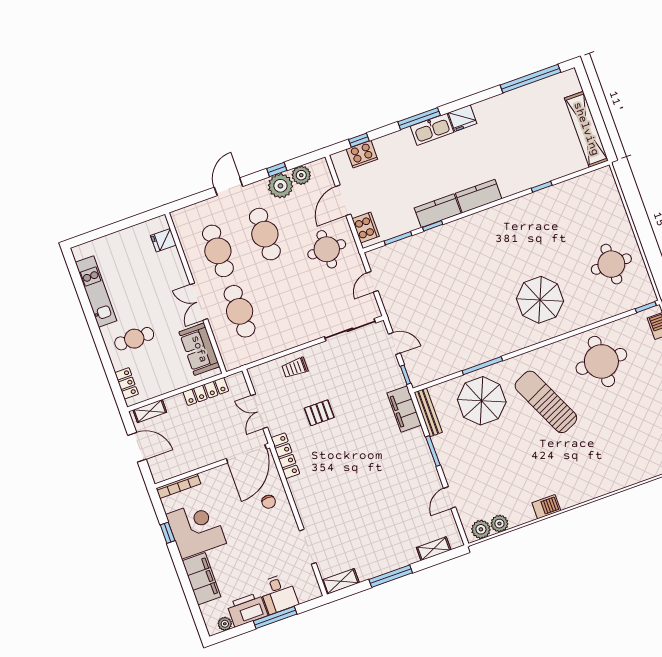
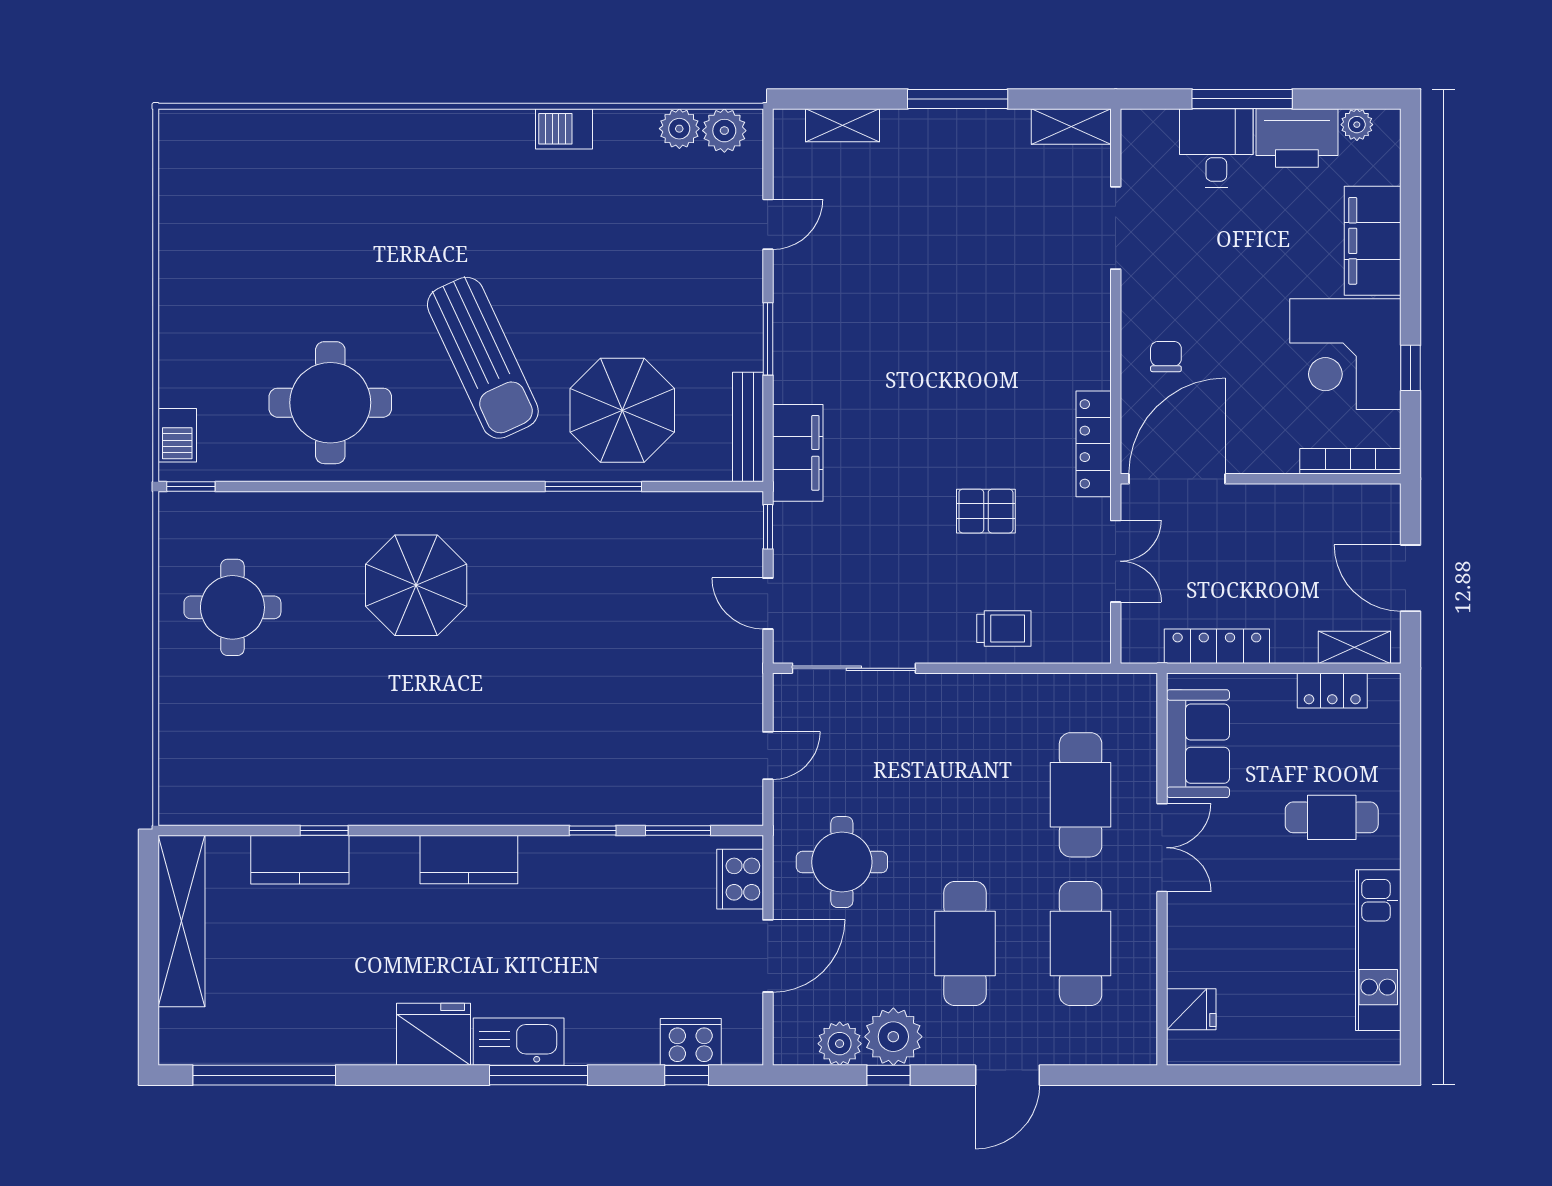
fridge: (462, 118) -> (434, 1034), width x1.36, depth x1.34
kitchen counter: (438, 211) -> (300, 860), moved
locker: (127, 383) -> (1332, 690), moved, turned -90

